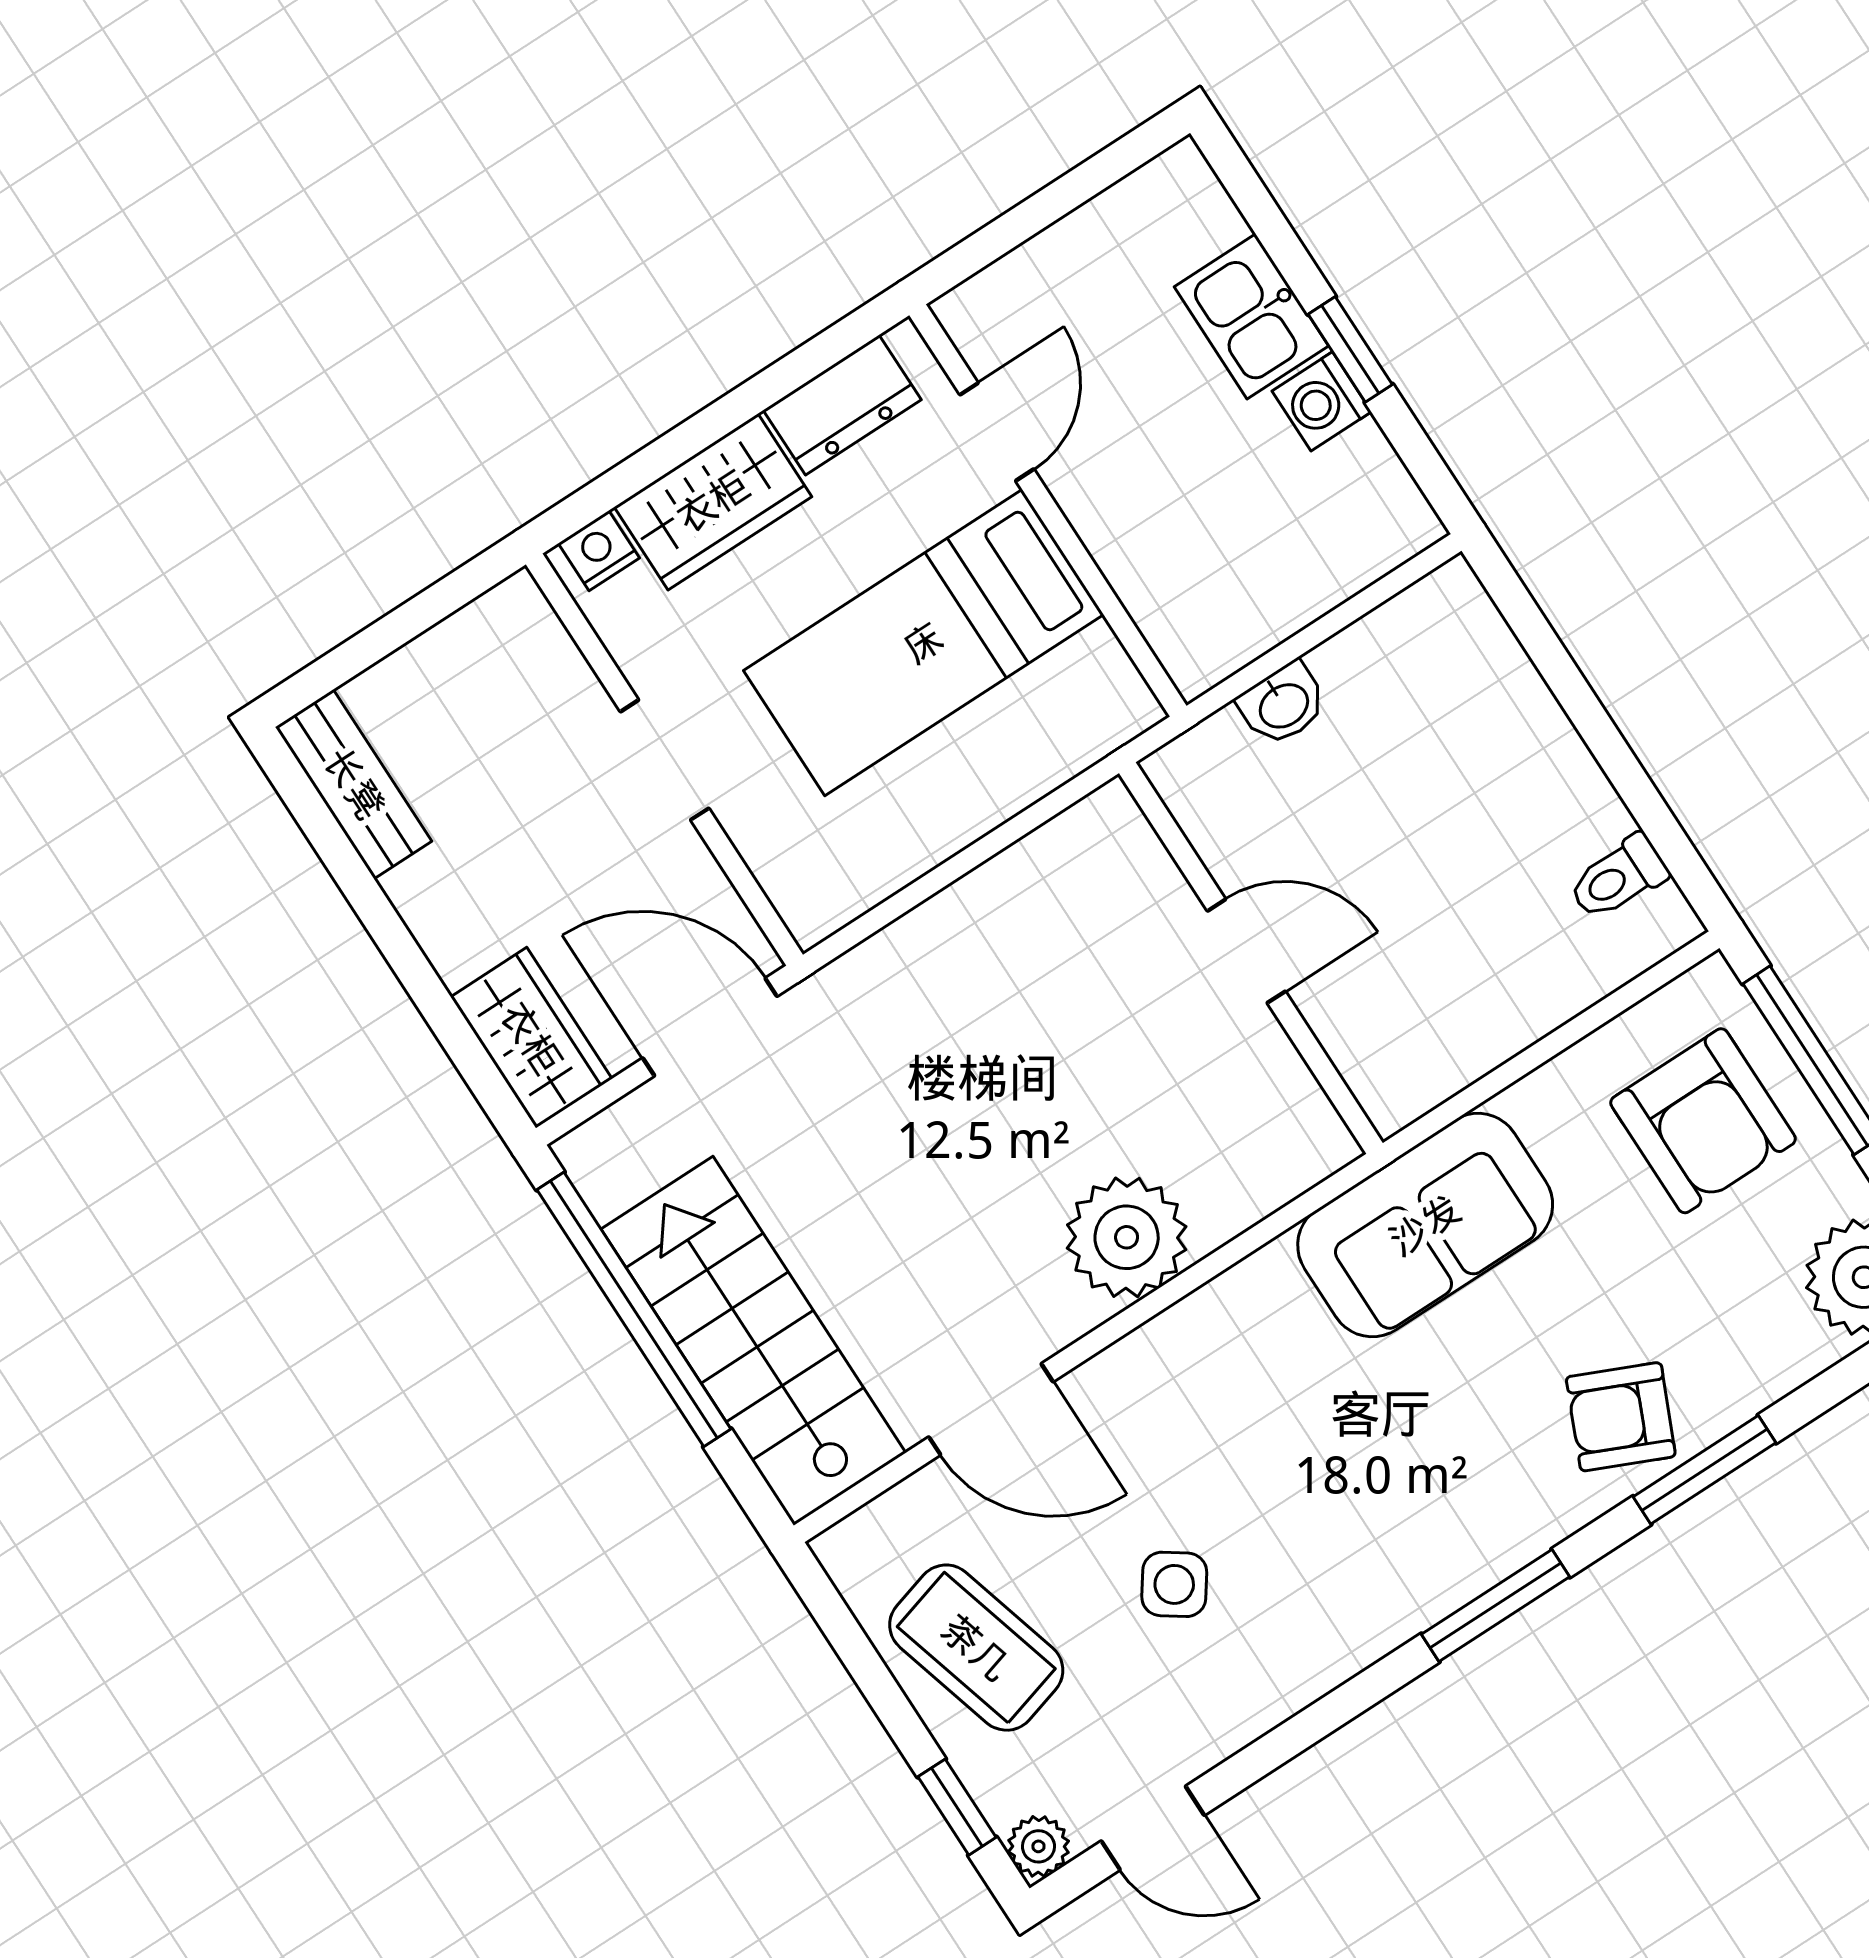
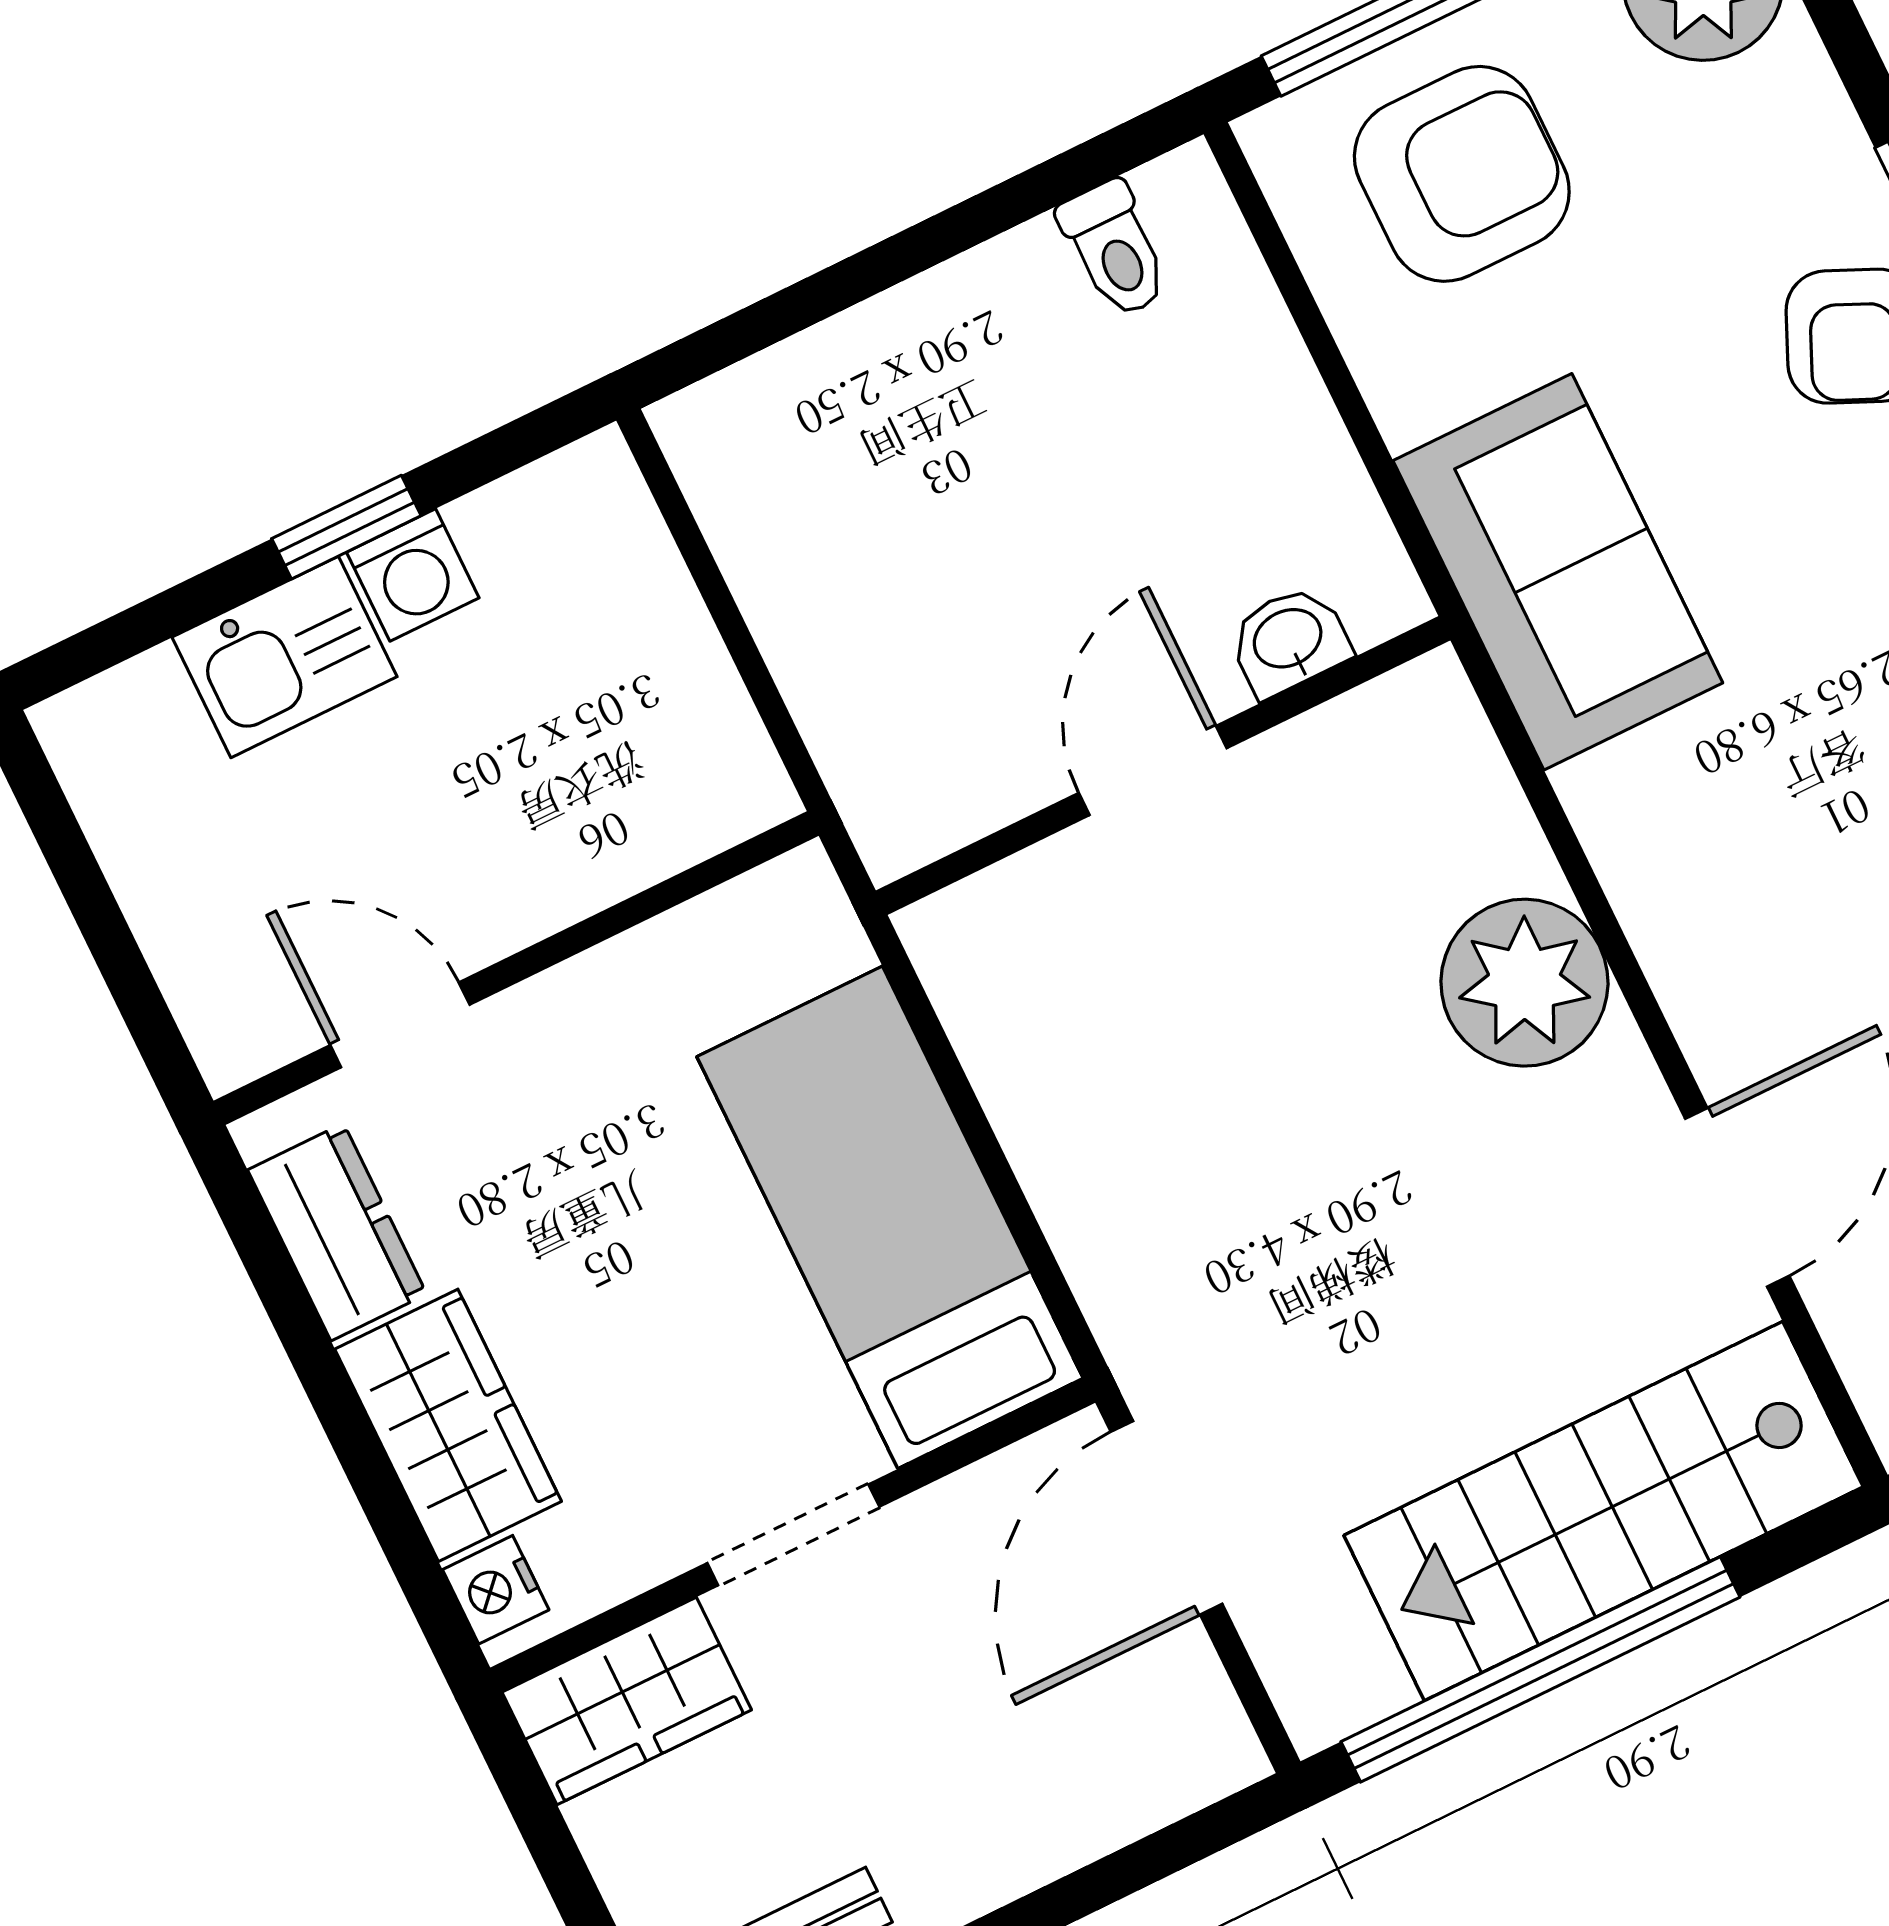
bed: (924, 643) -> (890, 1217), moved, turned 180
washbasin: (1283, 704) -> (1289, 641), moved, turned -90
wardrobe: (531, 1038) -> (627, 1701), moved, turned 180

